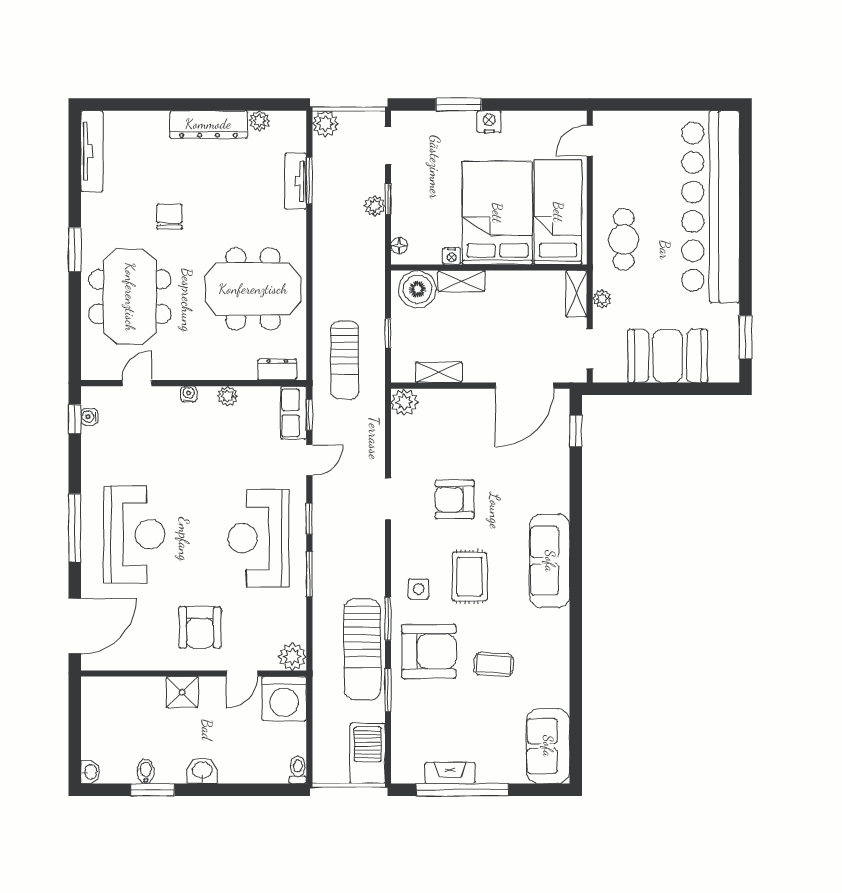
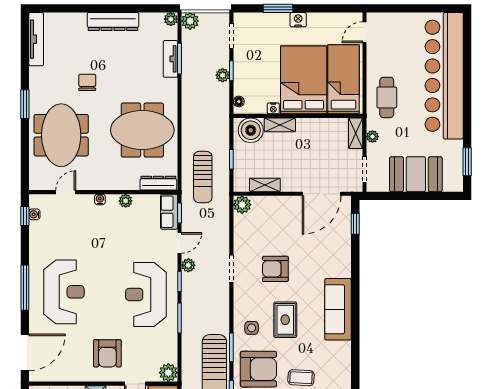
plant: (260, 121) -> (171, 19), moved
dresser: (277, 369) -> (158, 183), width x1.44
plant: (323, 494) -> (188, 265), added

